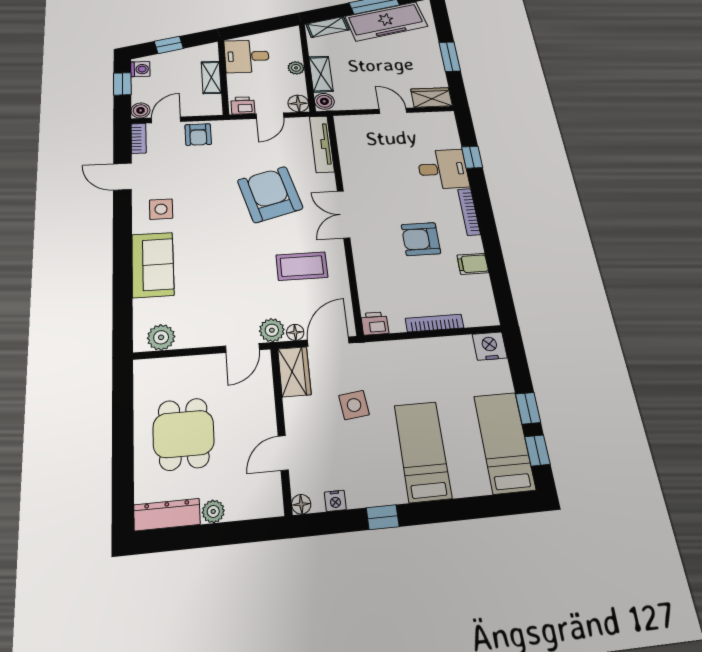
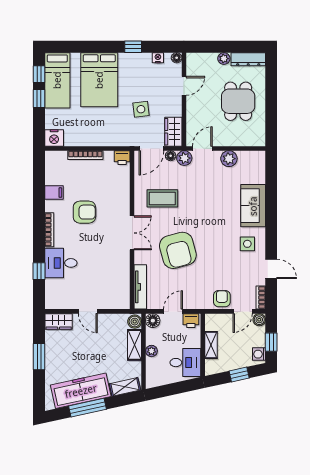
plant: (161, 337) -> (229, 159), moved
bed: (423, 451) -> (99, 80), width x1.50

